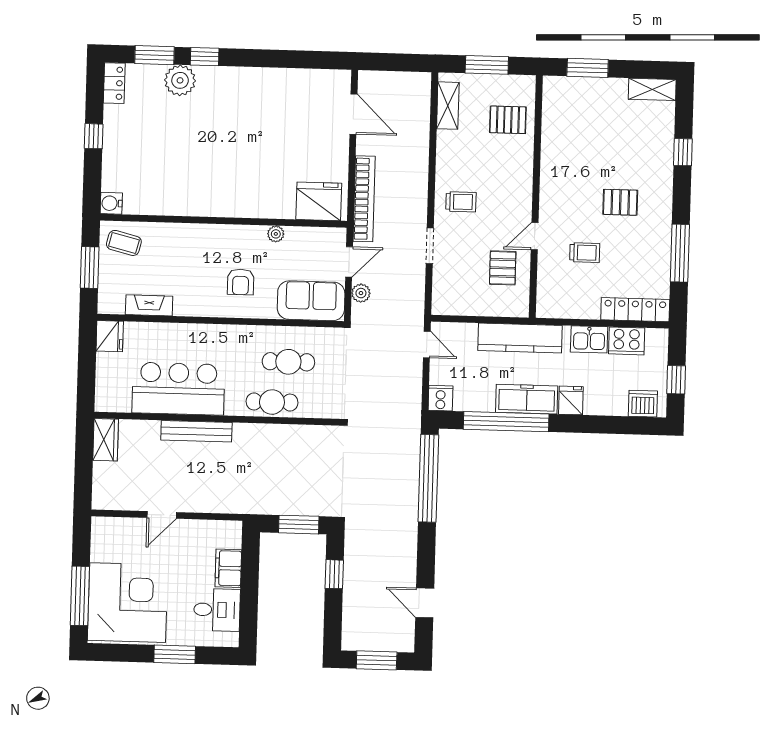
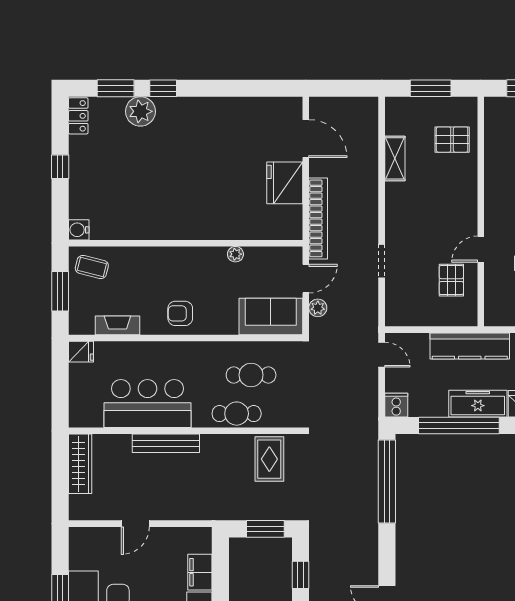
shelving: (448, 106) -> (395, 158), moved
fridge: (319, 201) -> (285, 183), moved, turned -90
trolley: (461, 202) -> (410, 219), removed
armchair: (241, 282) -> (180, 313), moved, turned 90
fridge: (110, 336) -> (81, 352), width x0.72
wardrobe: (106, 440) -> (80, 464), width x1.50
rug: (305, 451) -> (269, 459), added

